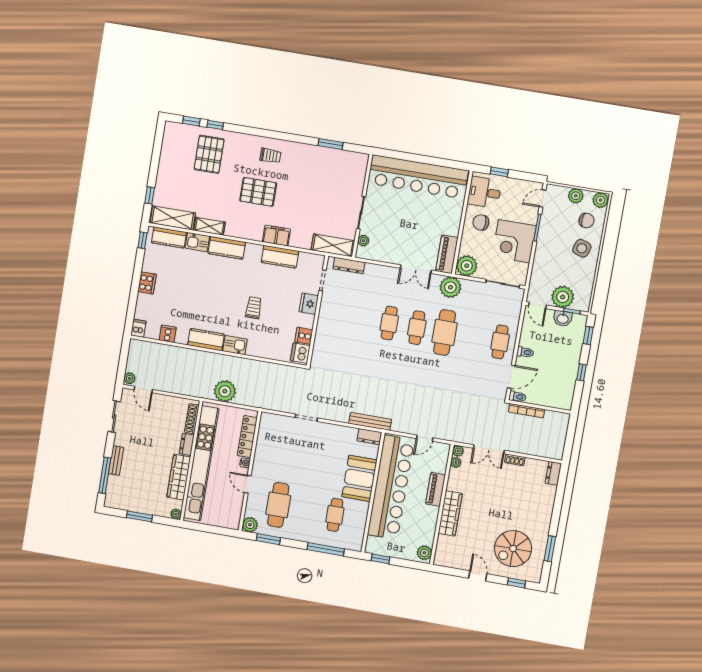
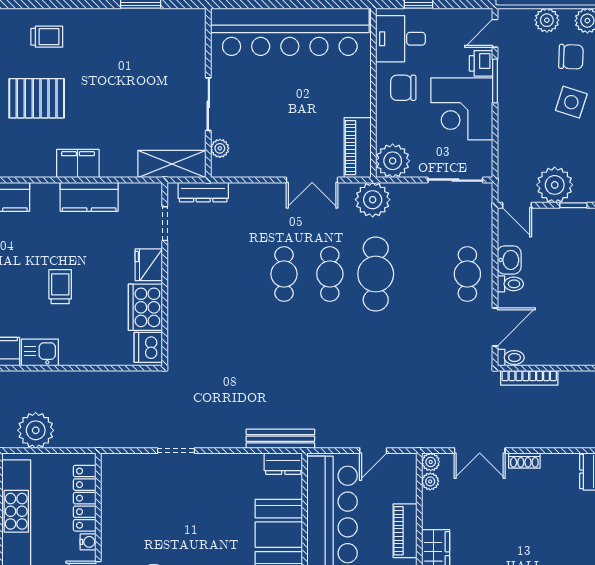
printer: (531, 215) -> (481, 63), added
washbasin: (563, 318) -> (509, 260), moved, turned -90
cooker: (304, 336) -> (145, 307), width x1.87, depth x1.31

